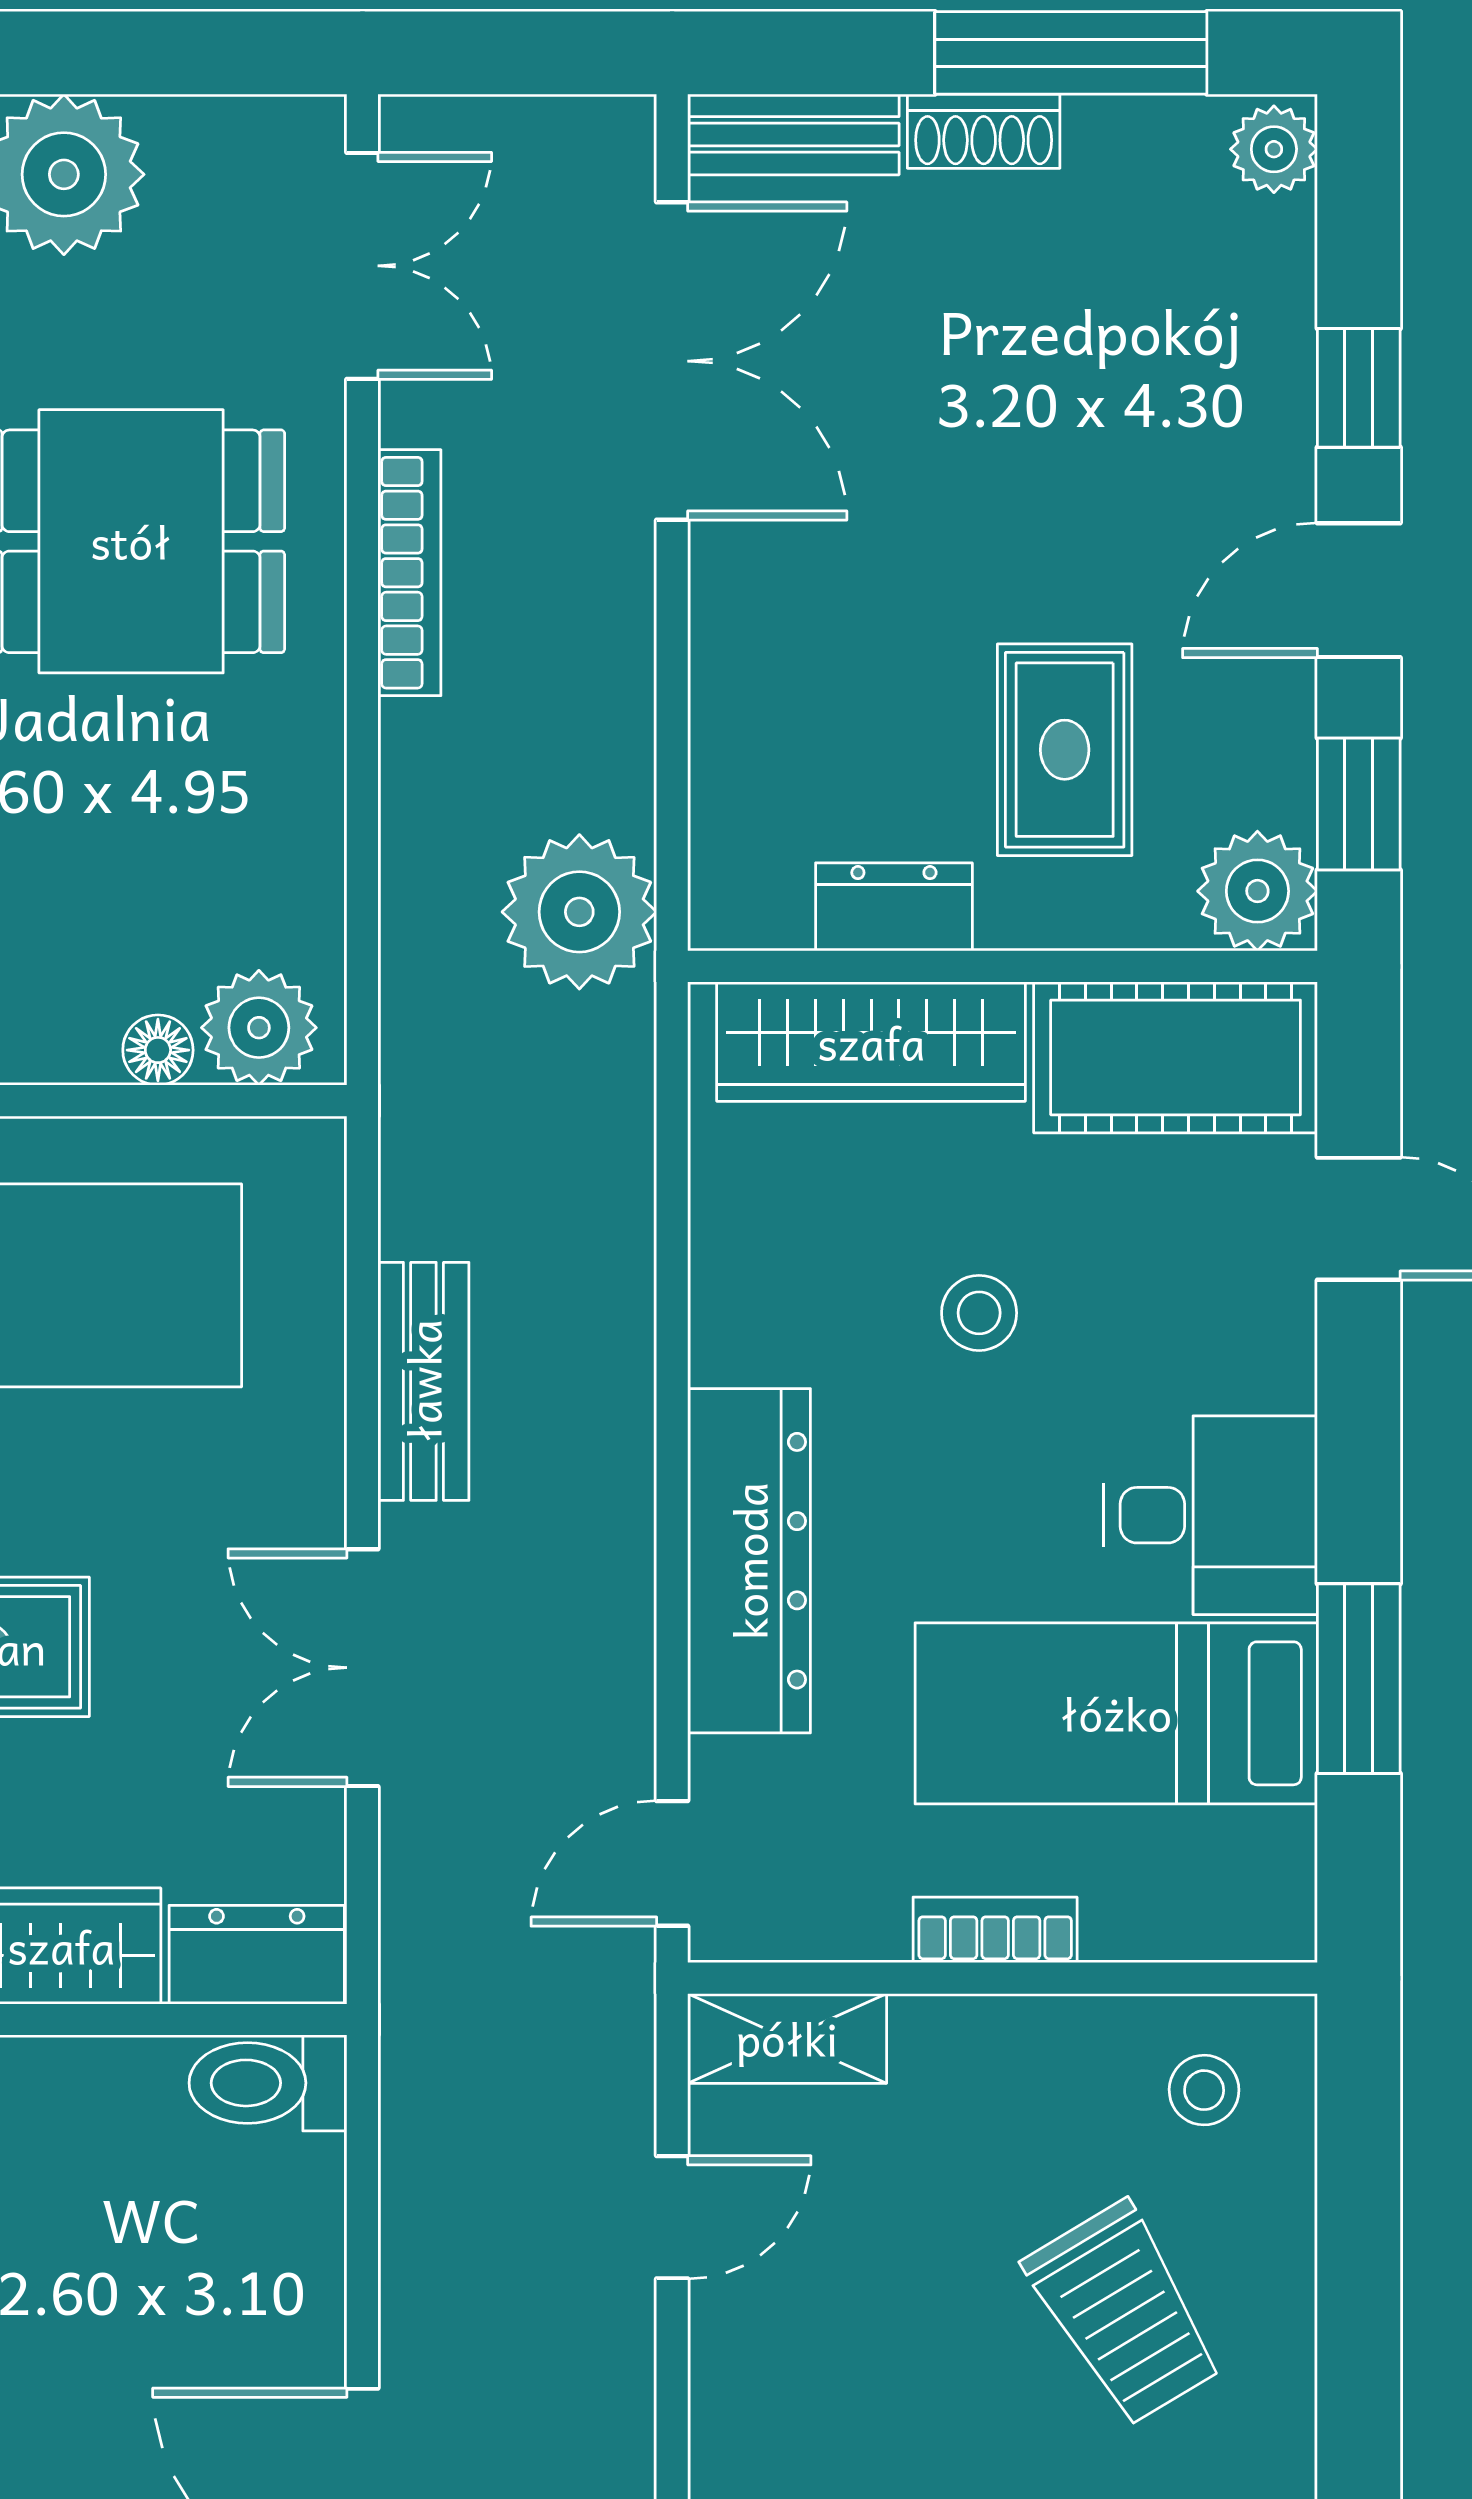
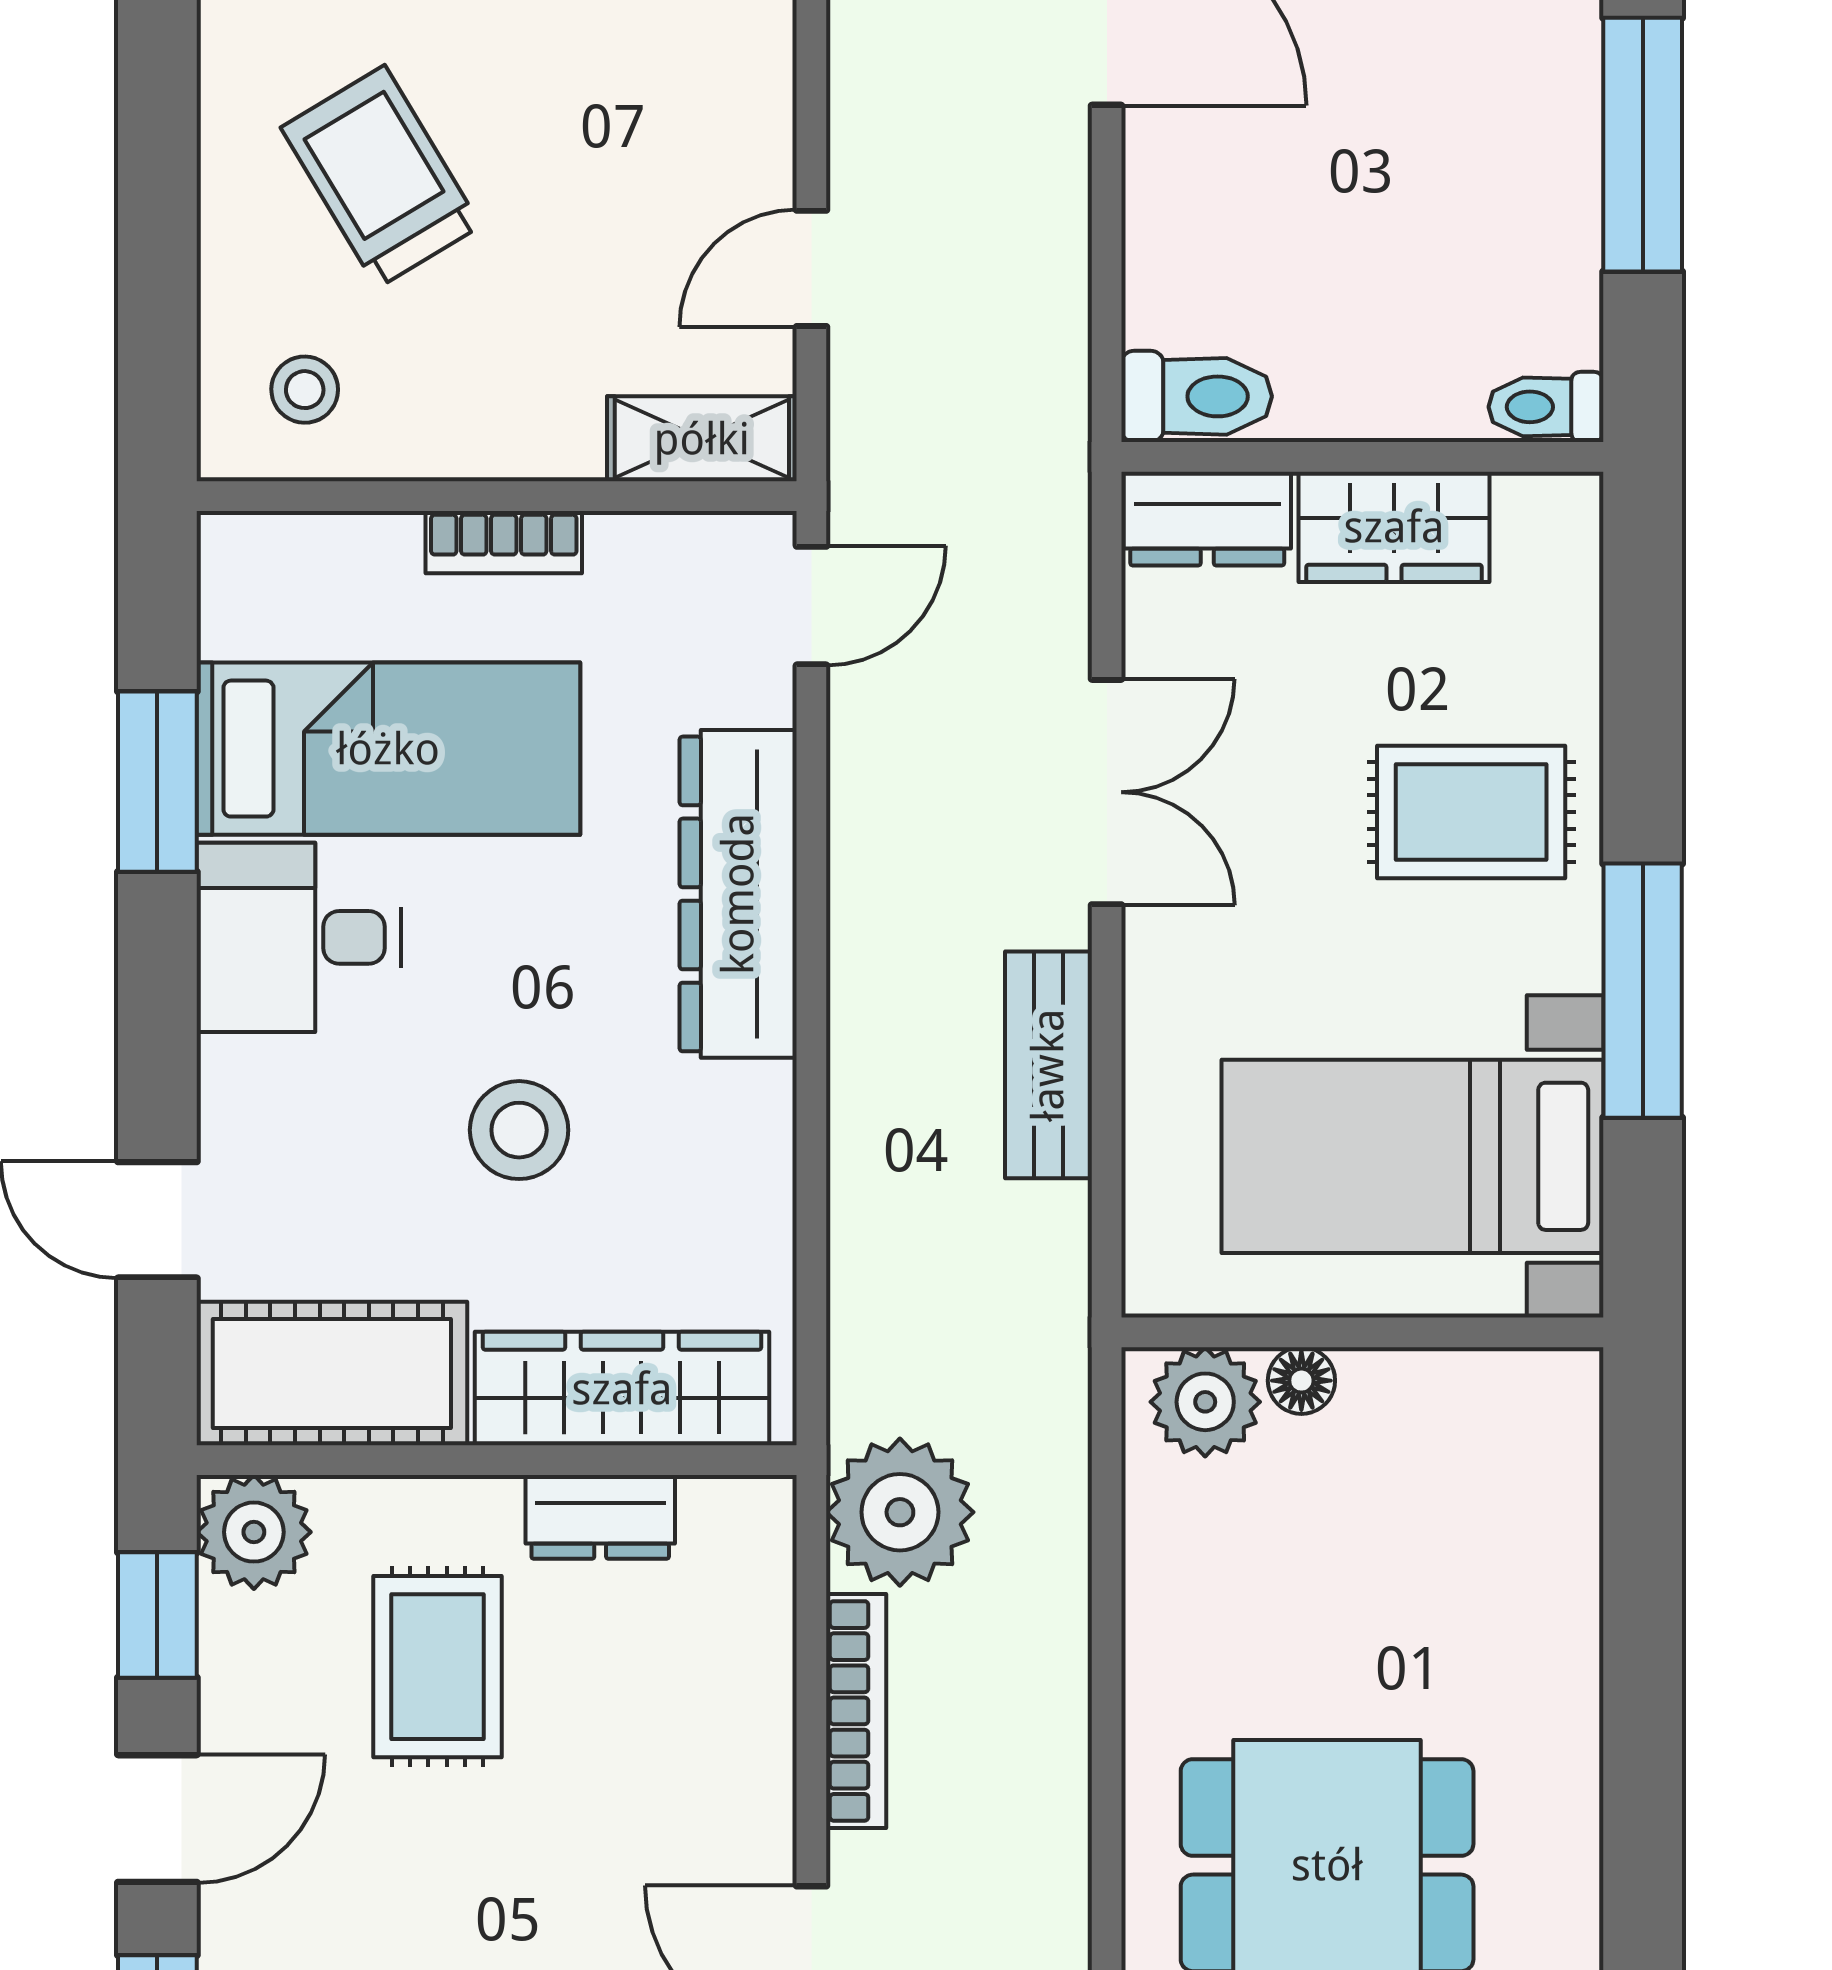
bookcase: (409, 573) -> (856, 1711), moved, turned 180
stool: (979, 1313) -> (519, 1130), width x1.37, depth x1.37

